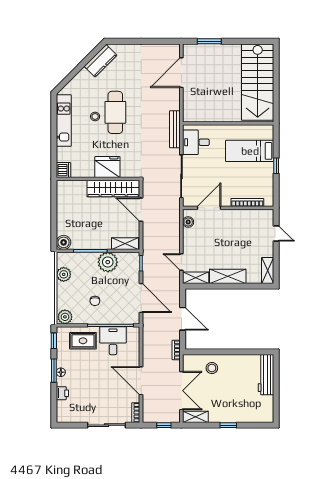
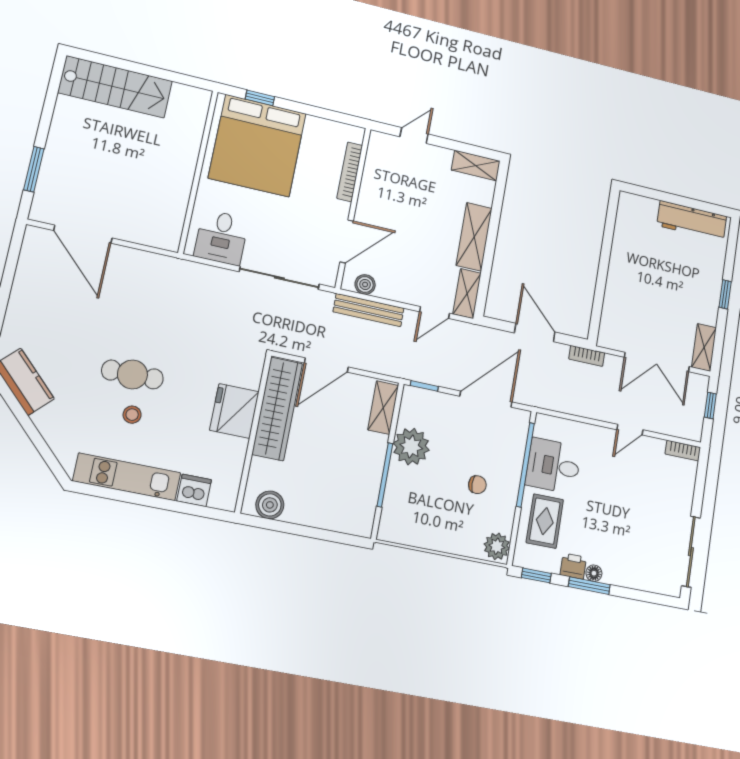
stairs: (258, 82) -> (115, 87), width x0.73, depth x0.66
cafe table: (115, 112) -> (132, 374), width x0.73, depth x0.74
bench: (175, 129) -> (369, 310), moved
bed: (250, 151) -> (257, 146), width x2.04
window: (276, 166) -> (260, 98), moved
dishwasher: (63, 170) -> (194, 490), moved
door: (209, 208) -> (347, 241), swing flipped
boiler: (64, 242) -> (270, 505), moved
plant: (64, 274) -> (419, 534), removed
door: (183, 319) -> (535, 332), hinge flipped
stool: (212, 368) -> (627, 300), removed
workbench: (266, 375) -> (692, 221), moved
door: (141, 381) -> (630, 430), width x0.53
double door: (181, 391) -> (657, 362), swing flipped
printer: (62, 393) -> (573, 566), moved
sliding door: (106, 425) -> (691, 552), moved

